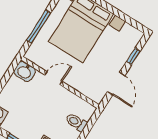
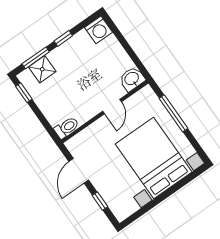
door: (116, 84) -> (79, 171), hinge flipped
toilet: (76, 122) -> (67, 128), moved

